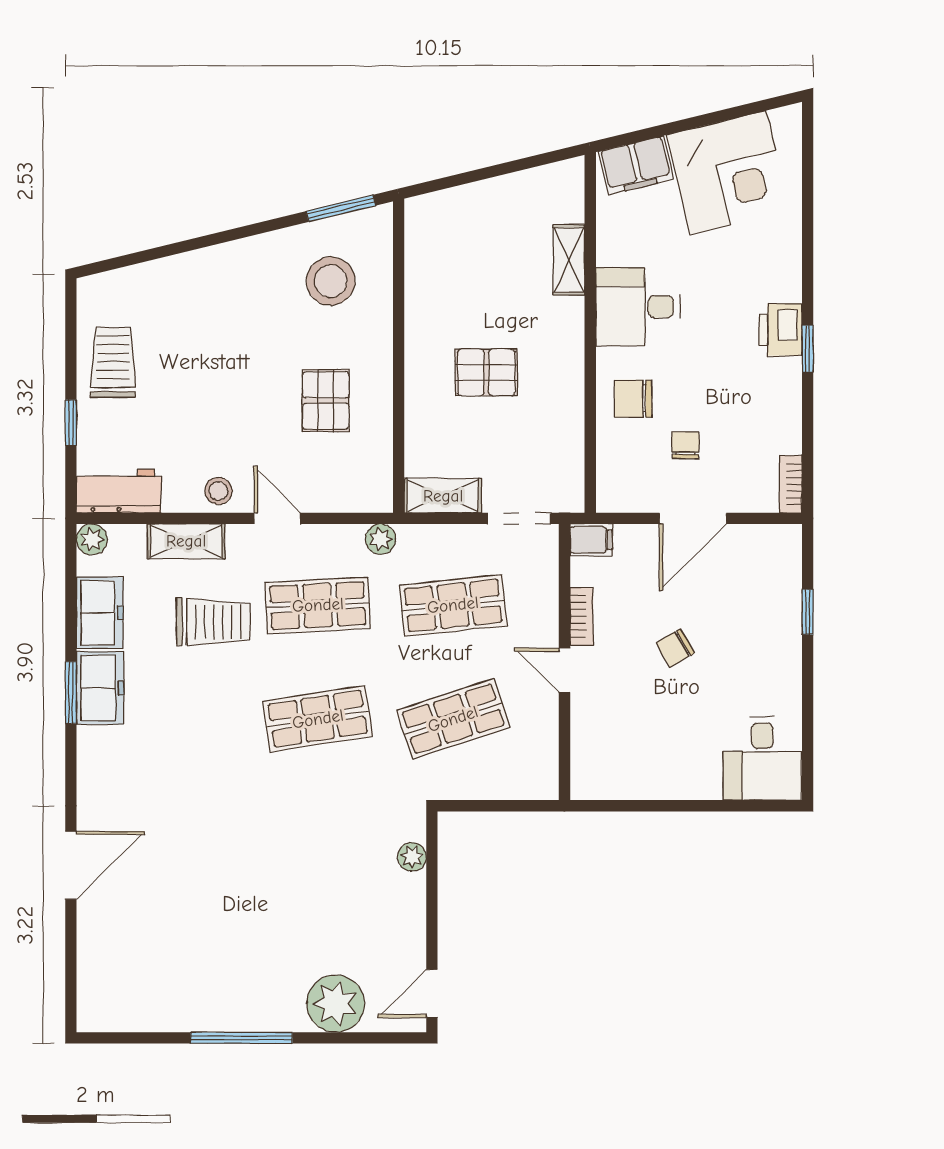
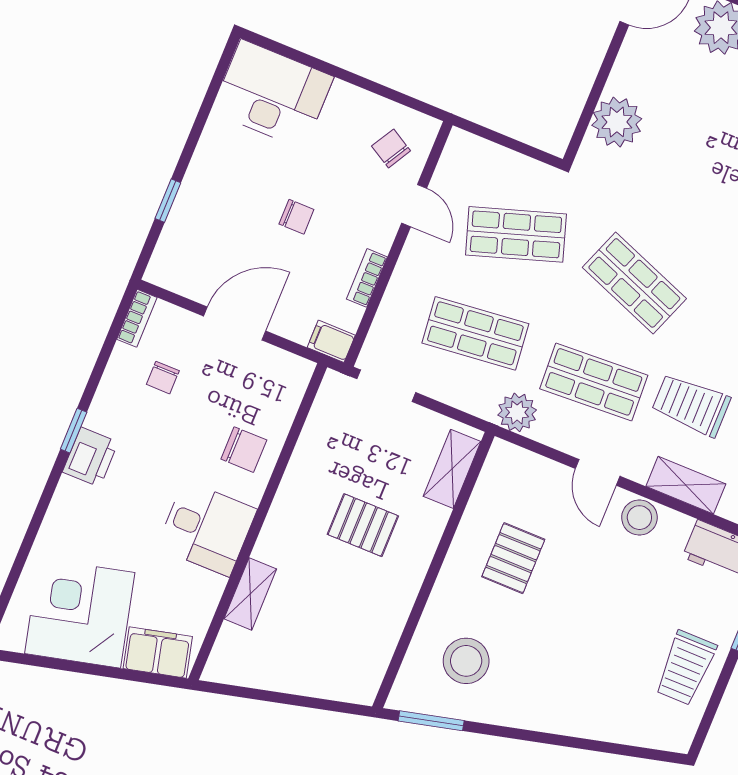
chair: (685, 445) -> (163, 378), moved
stool: (218, 491) -> (639, 518), width x1.37, depth x1.37
shelving: (443, 496) -> (452, 469), moved, turned 90
plant: (381, 539) -> (517, 412), width x1.38, depth x1.38
chair: (675, 648) -> (296, 217), turned 30
door: (564, 670) -> (414, 206), moved
shop shelf: (318, 719) -> (634, 283), turned 30
chair: (610, 753) -> (391, 148), added
desk: (762, 758) -> (273, 94), width x1.37
plant: (412, 857) -> (617, 122), width x1.87, depth x1.87

